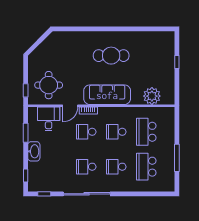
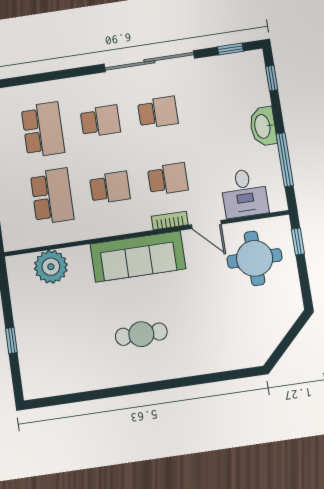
cafe table: (111, 56) -> (141, 334), width x0.73, depth x0.74
door: (70, 106) -> (206, 224), swing flipped
window: (26, 133) -> (285, 160), width x1.44

